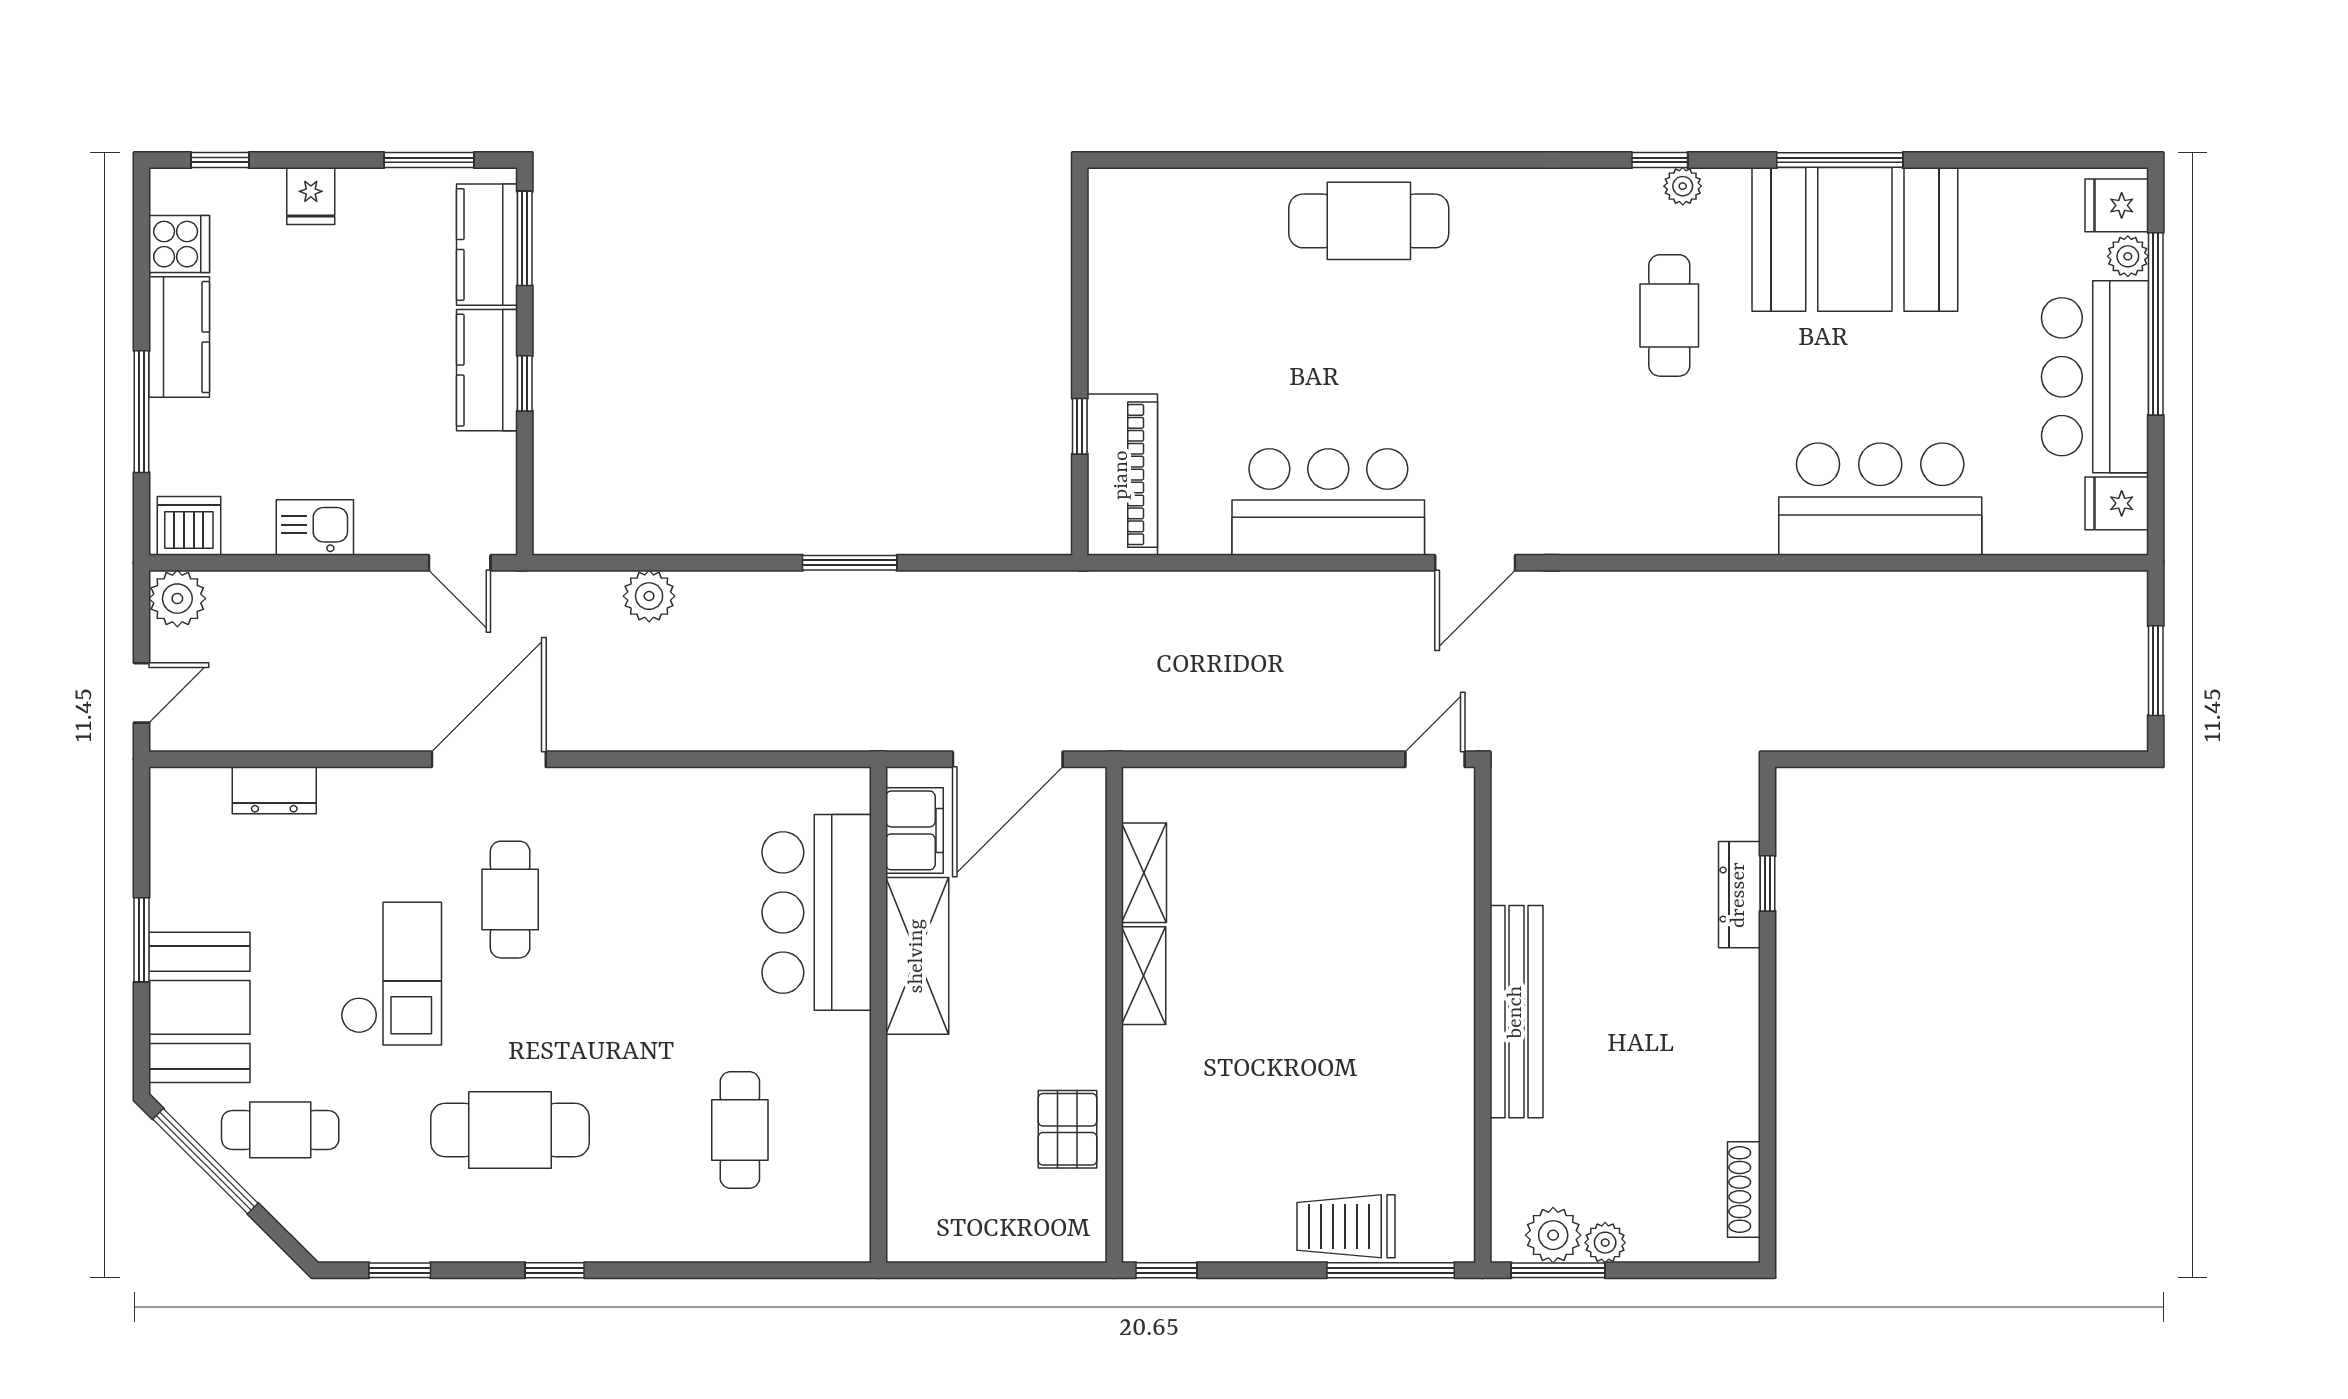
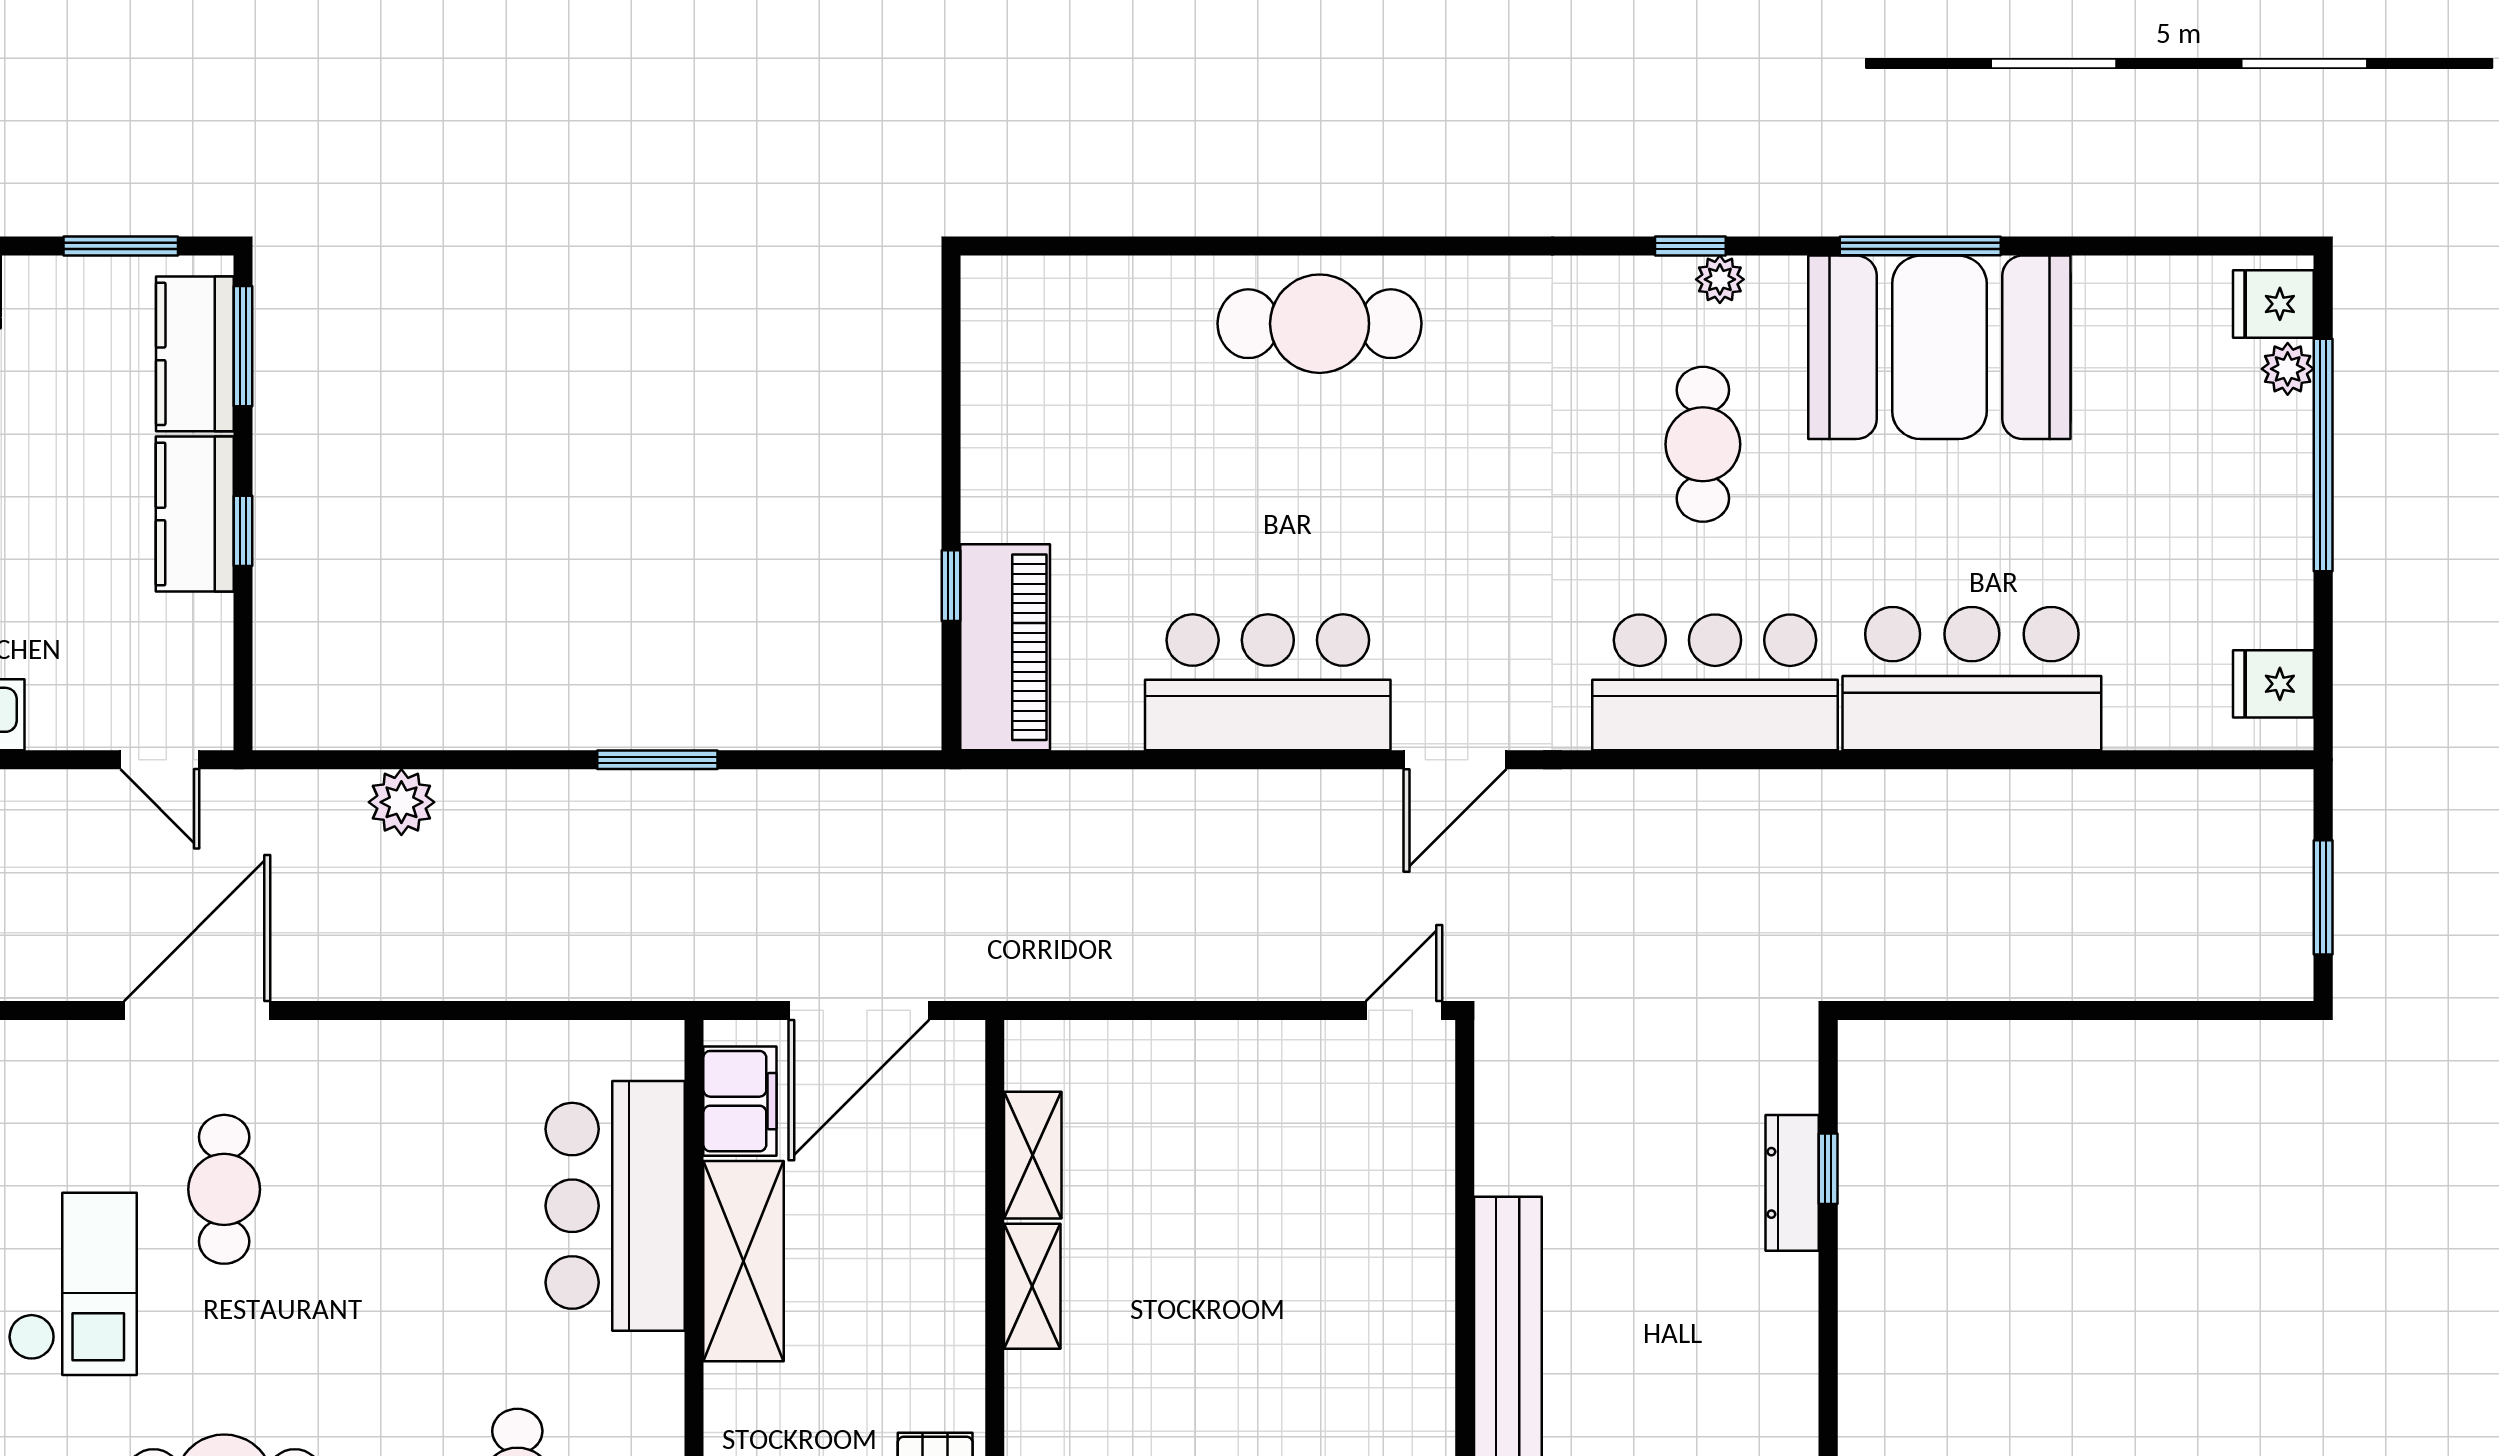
bar counter: (2095, 377) -> (1715, 682), moved, turned 90

